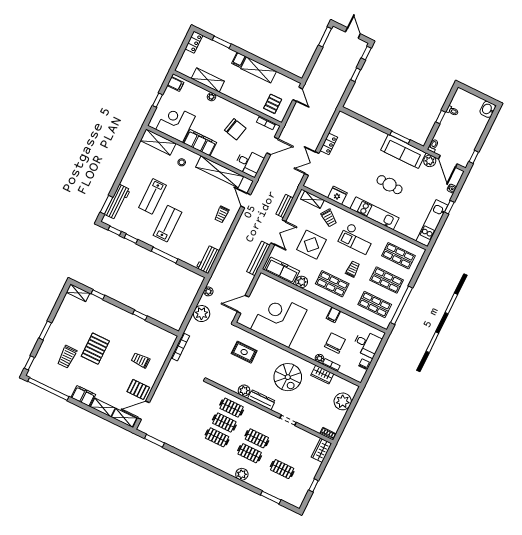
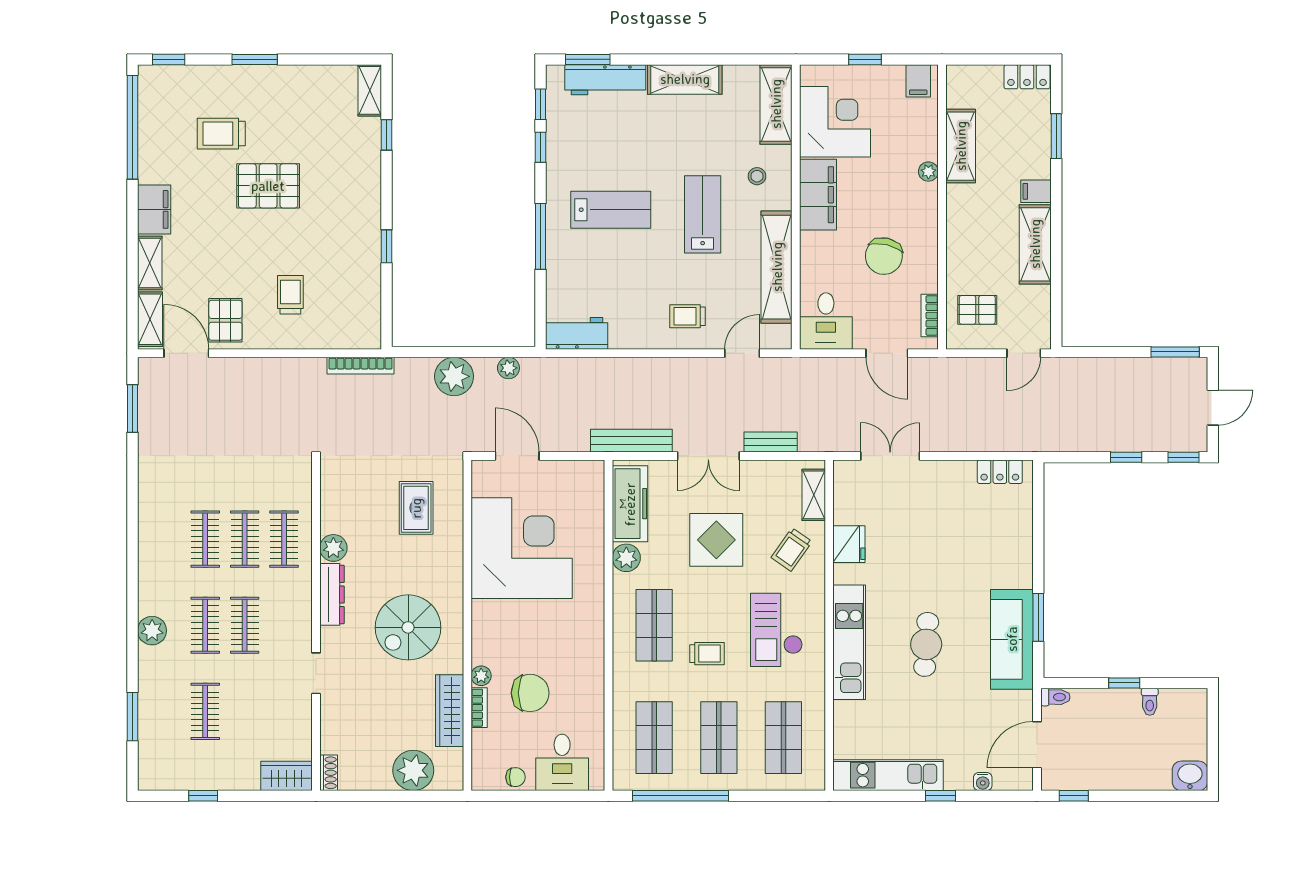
locker: (329, 144) -> (1000, 472), moved
plant: (430, 161) -> (1019, 706), removed
shelving: (132, 172) -> (685, 79), added
lab bench: (153, 196) -> (703, 214), moved, turned 90
filing cabinet: (333, 315) -> (589, 660), removed
wardrobe: (322, 374) -> (450, 711), width x1.50

